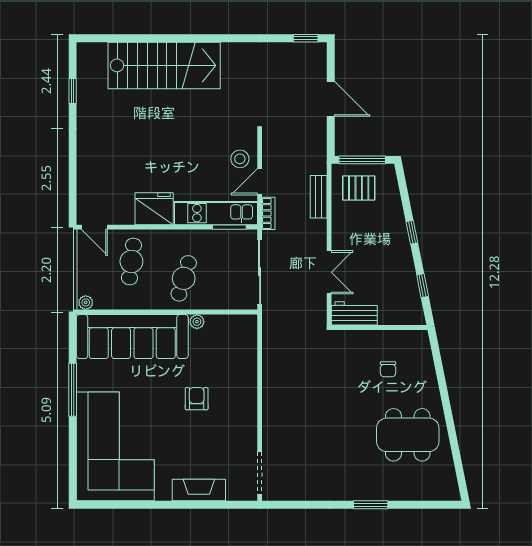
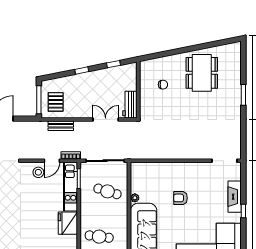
door: (260, 182) -> (52, 161), hinge flipped
cafe table: (184, 278) -> (107, 191), moved
window: (175, 505) -> (243, 211), added

